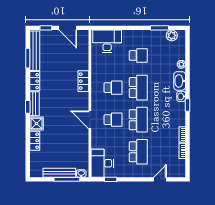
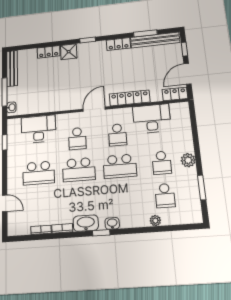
plant: (172, 35) -> (188, 160), moved
locker: (84, 40) -> (175, 94), added
desk: (107, 41) -> (152, 119), moved, turned -90
school desk: (163, 55) -> (165, 196), added
locker: (83, 81) -> (130, 98), width x1.53
washbasin: (180, 81) -> (86, 223), moved
bench: (34, 104) -> (92, 47), removed
door: (90, 120) -> (94, 109), moved
desk: (102, 163) -> (38, 129), moved
bench: (59, 173) -> (12, 68), moved

